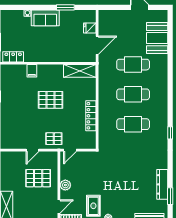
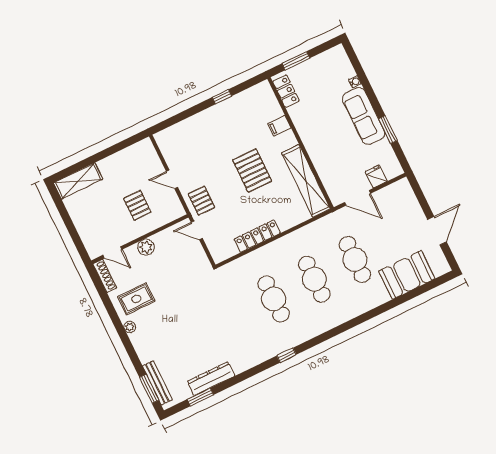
sofa: (45, 18) -> (364, 116), width x1.36
shelving: (80, 71) -> (306, 181), width x1.47
pallet: (38, 178) -> (137, 205), width x0.67, depth x0.71

